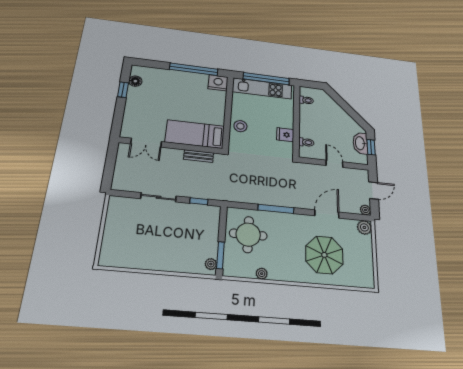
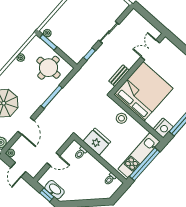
bed: (195, 134) -> (143, 91), width x2.04
fridge: (285, 135) -> (97, 142), width x1.88, depth x1.34

